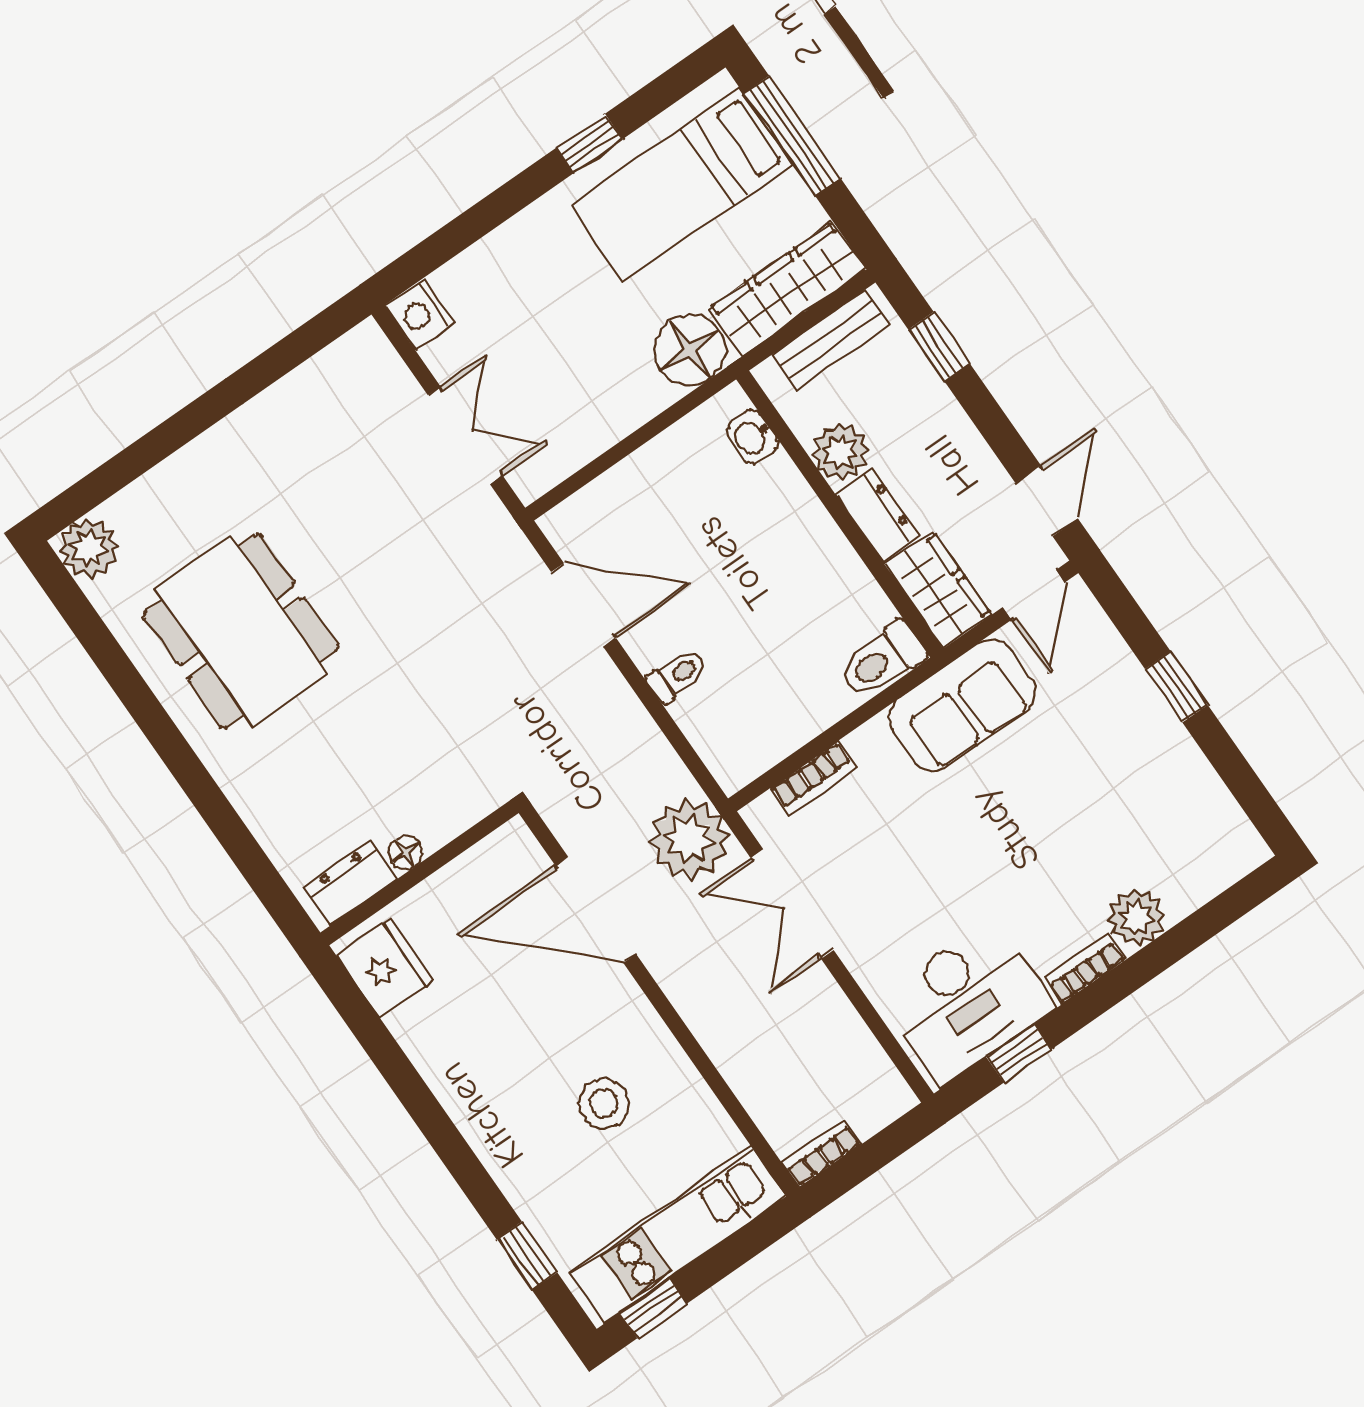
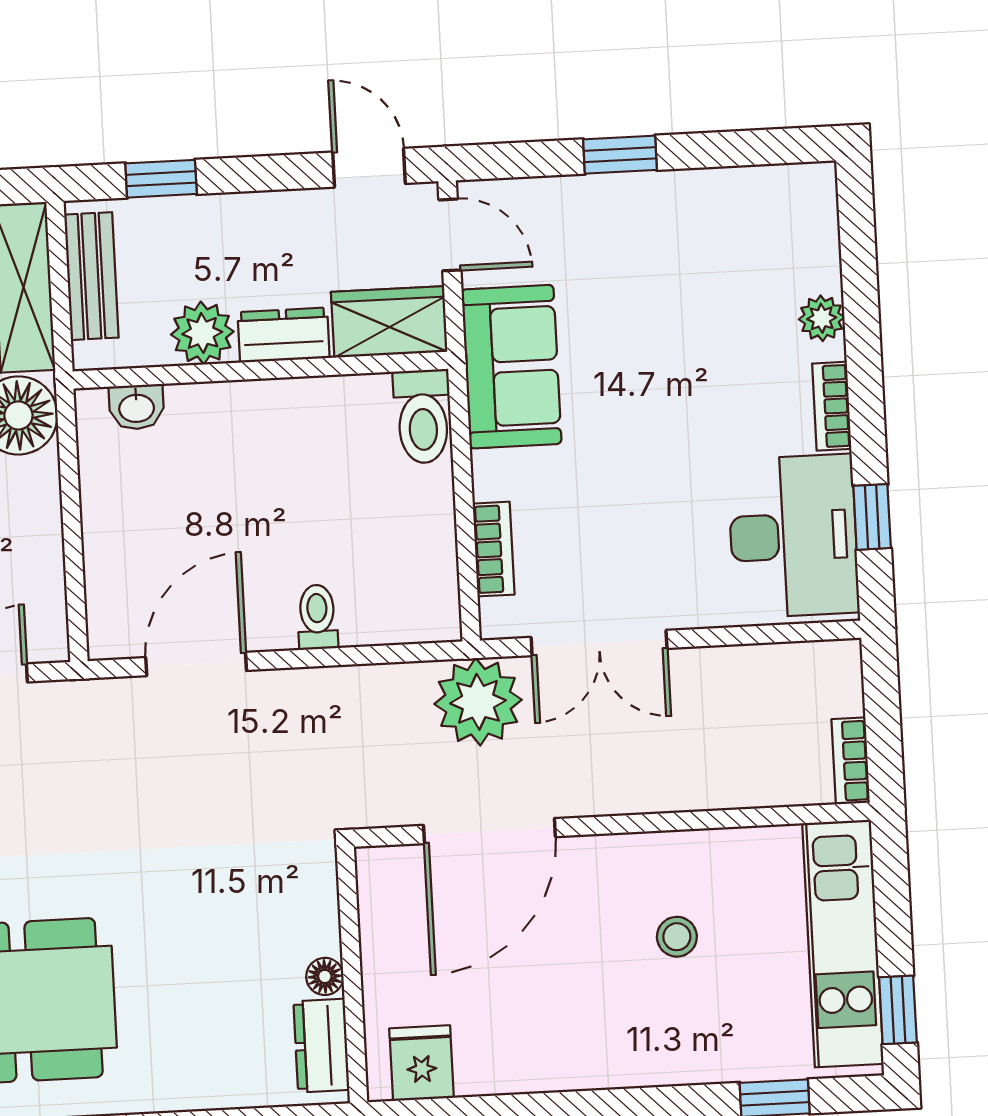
plant: (1136, 918) -> (822, 318), width x0.73, depth x0.73
fridge: (385, 968) -> (422, 1063), width x0.72
stool: (604, 1104) -> (677, 937), width x0.73, depth x0.73

